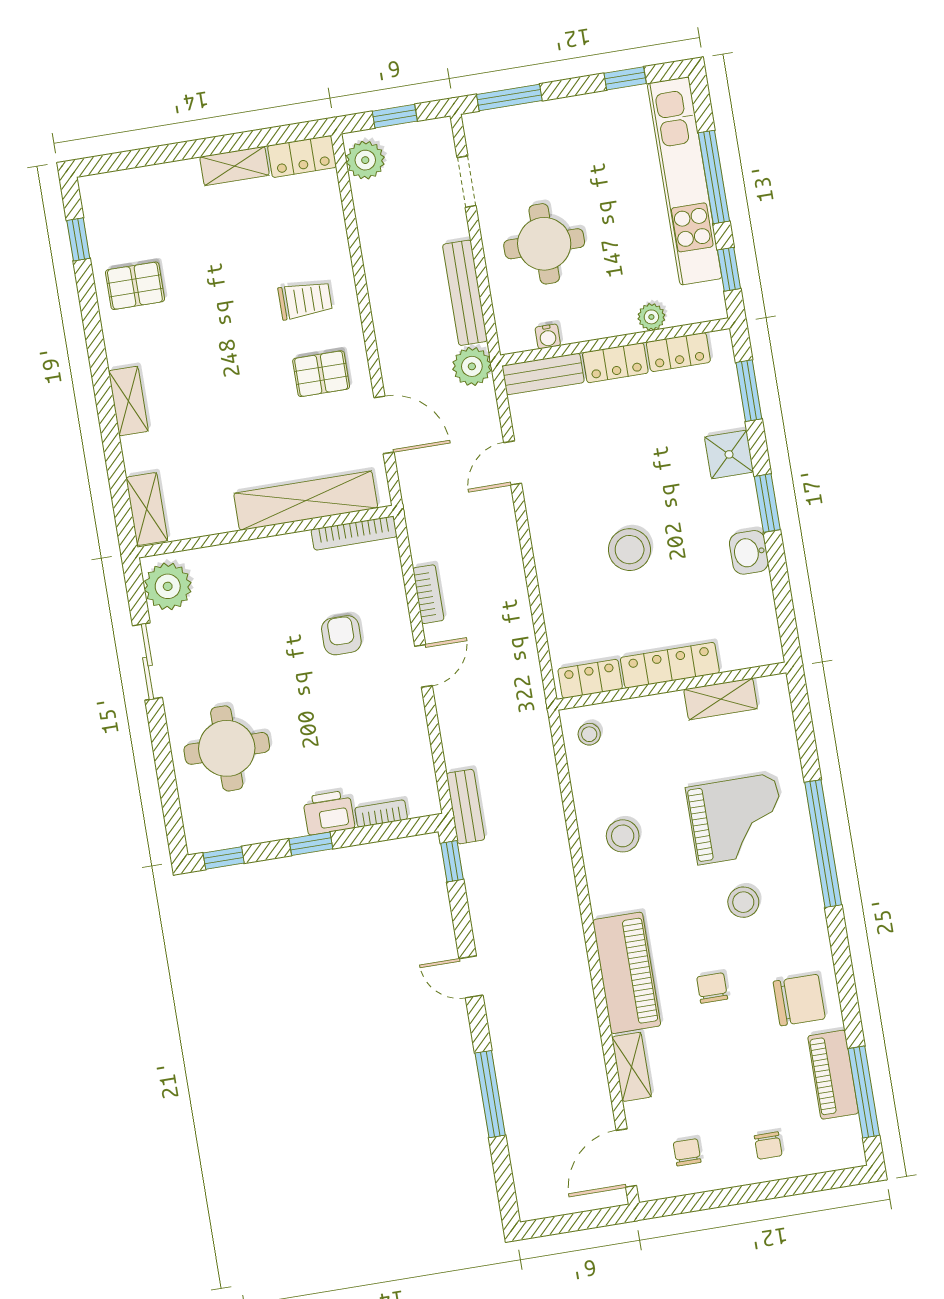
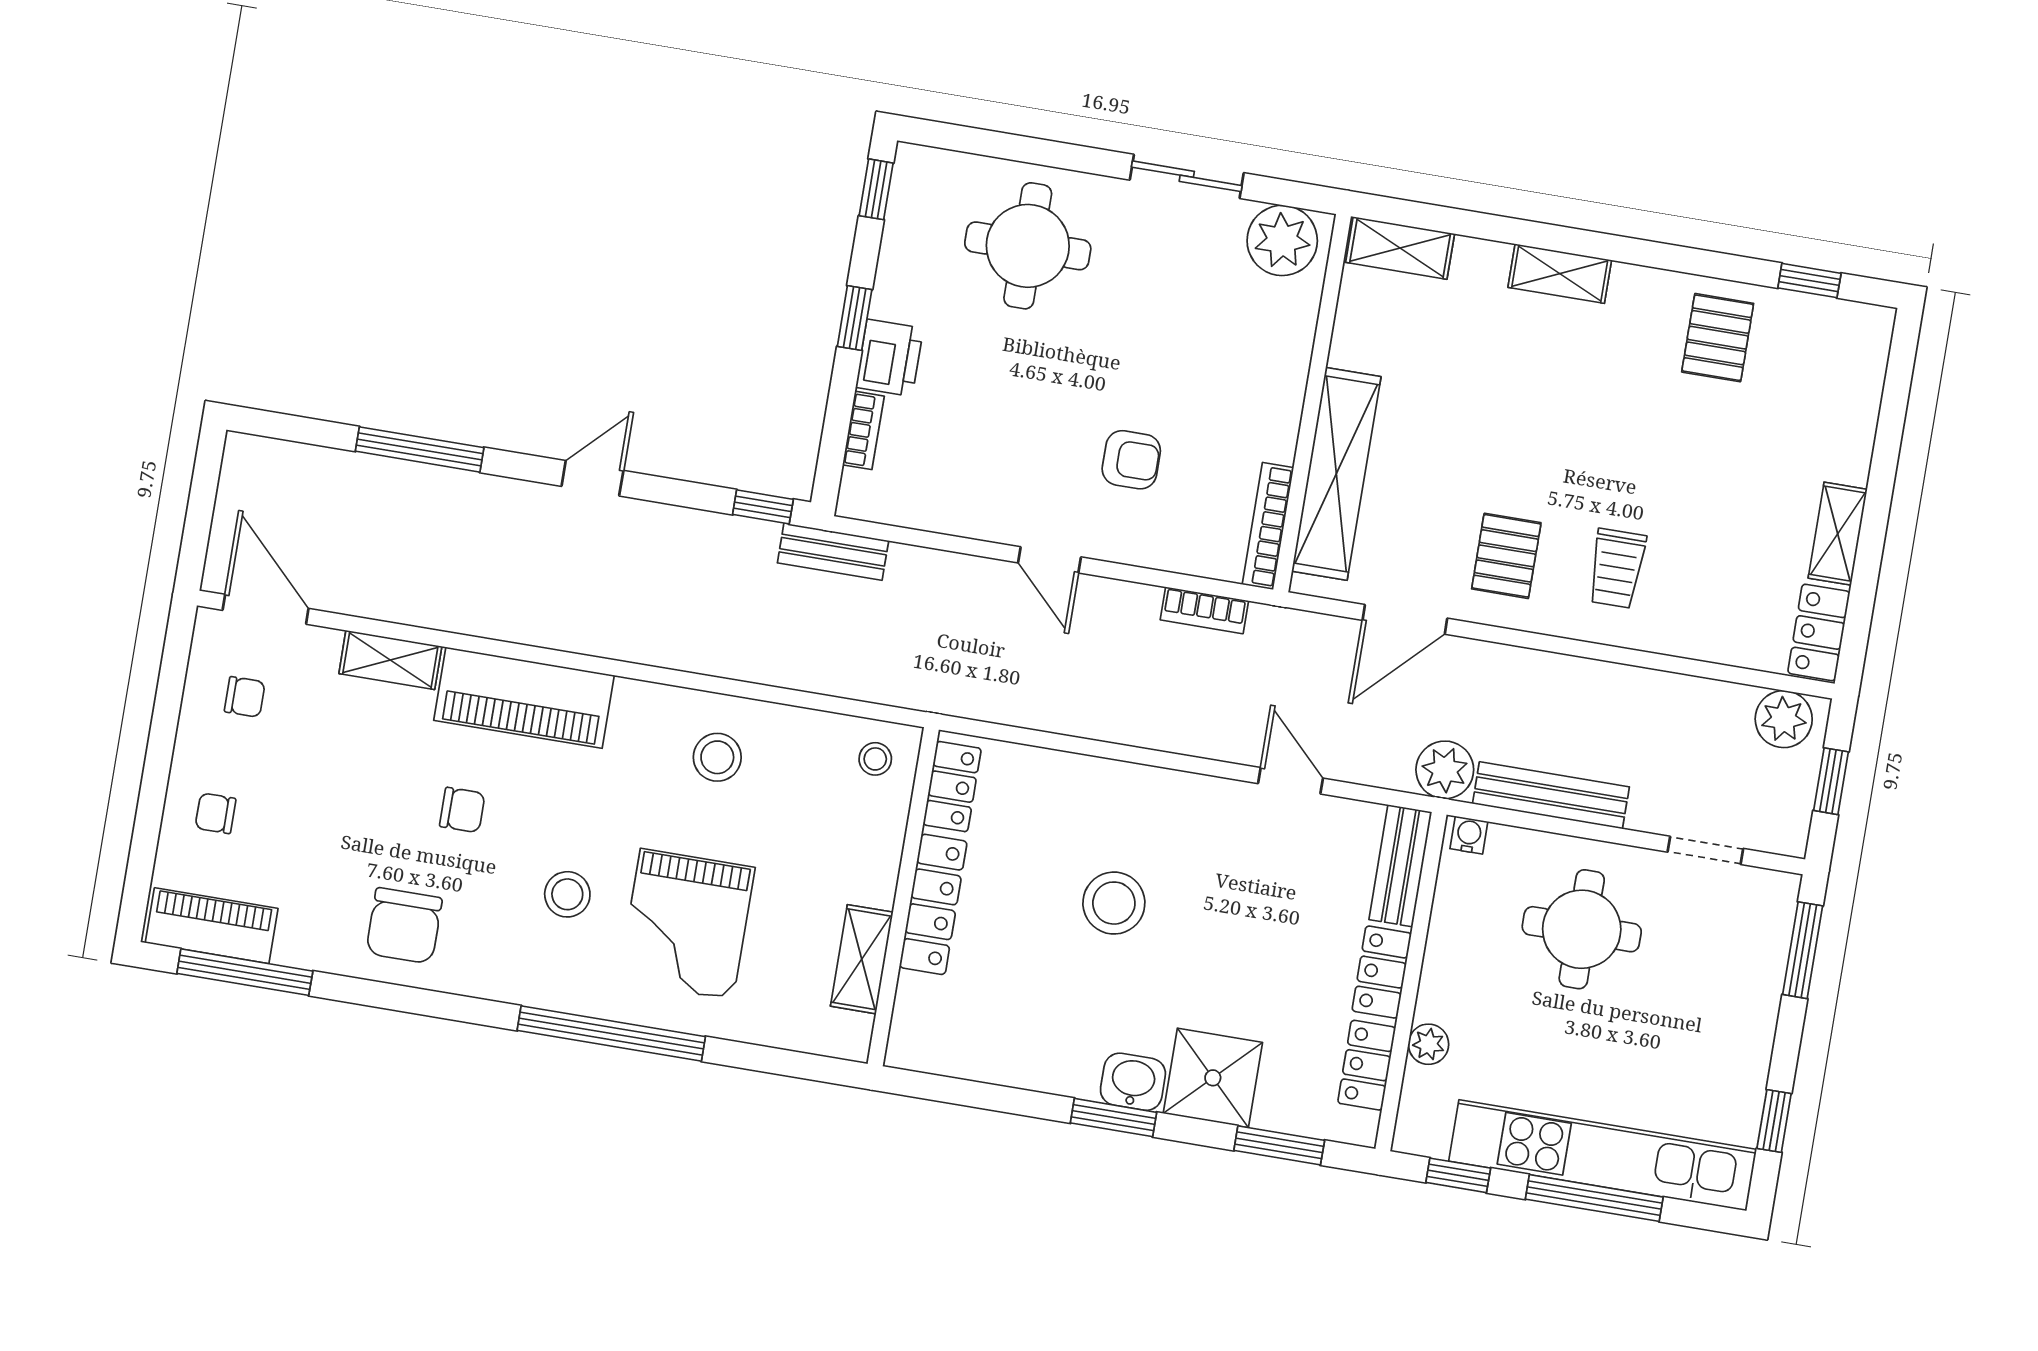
water cooler: (548, 336) -> (1469, 835), moved, turned 90
shower: (729, 454) -> (1213, 1078), width x1.36, depth x1.36
washbasin: (749, 552) -> (1133, 1082), moved
bookcase: (428, 594) -> (1204, 610), moved
piano: (833, 1075) -> (212, 926), moved

